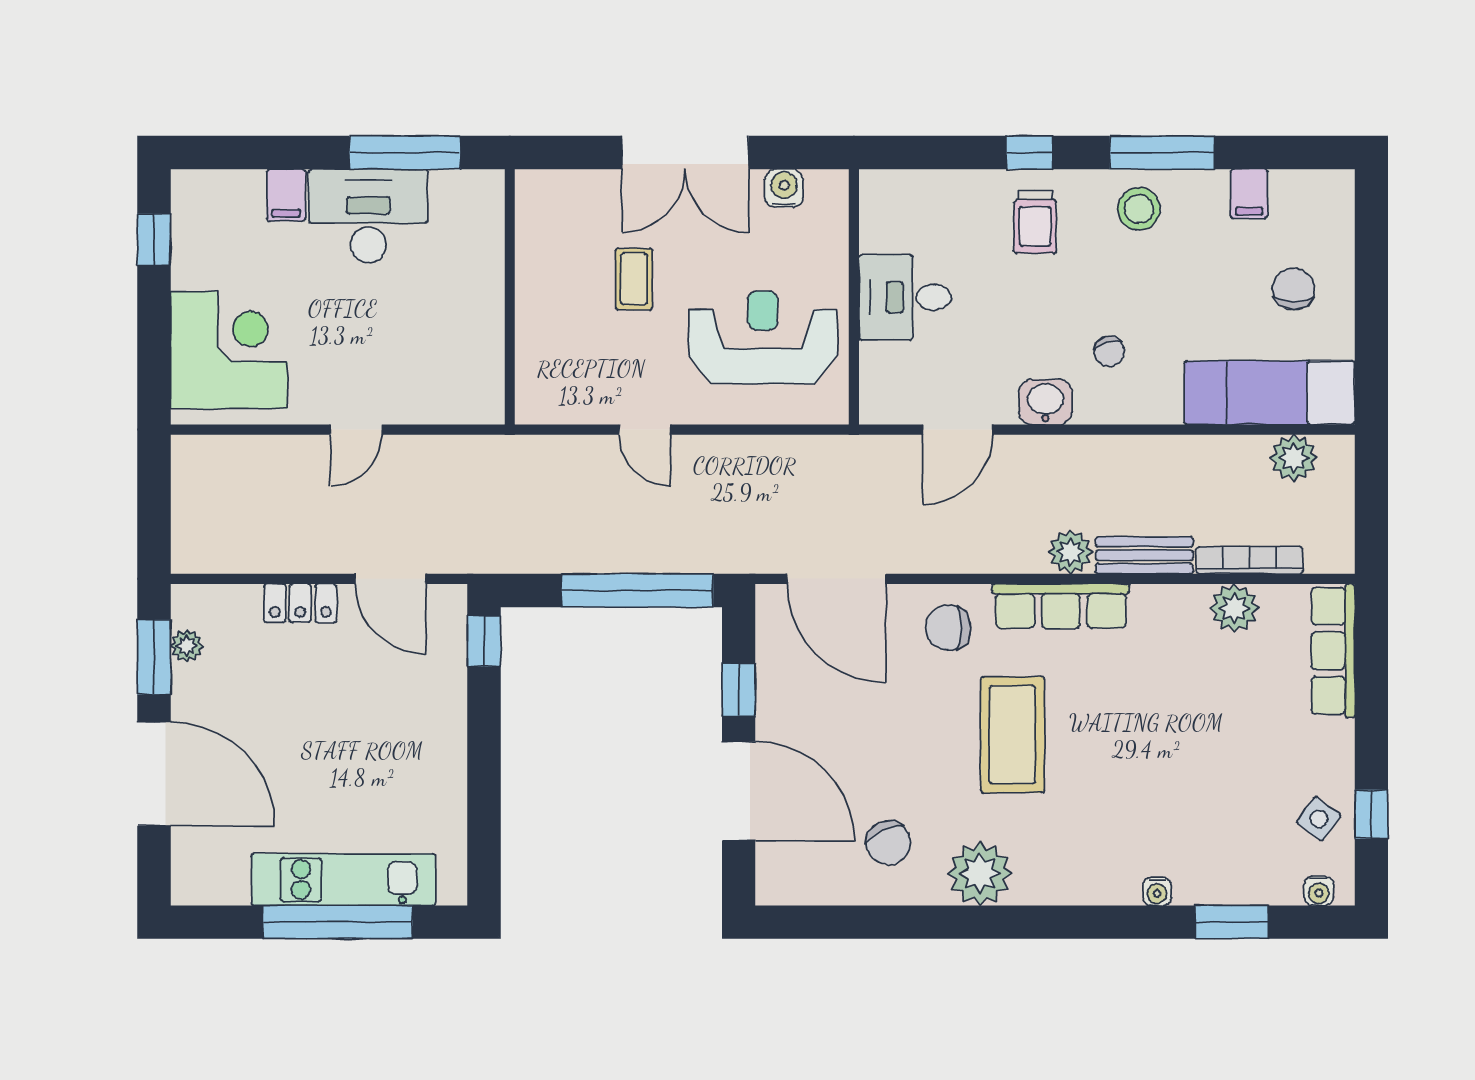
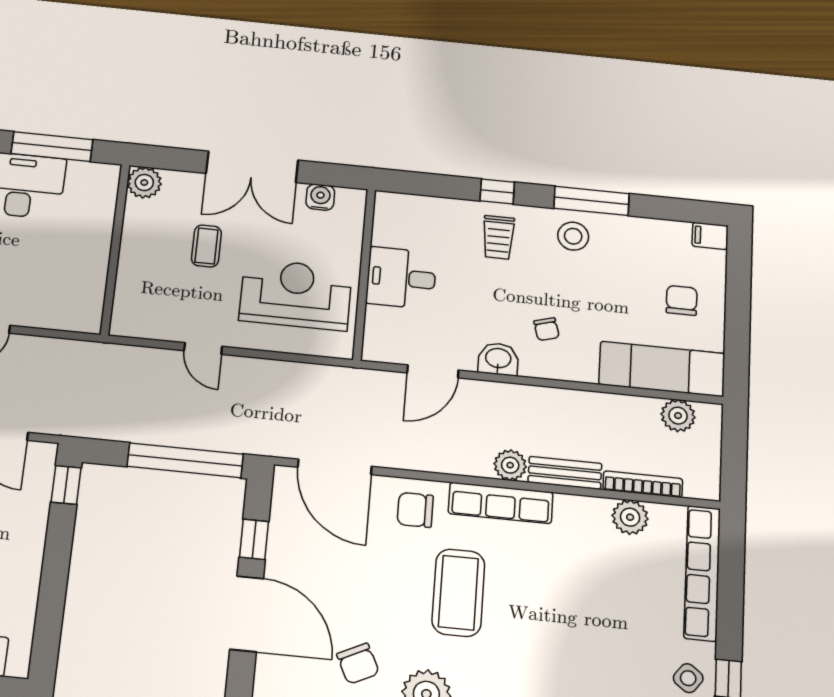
plant: (539, 193) -> (144, 183), added
filing cabinet: (1249, 194) -> (710, 236), moved, turned 90
row of seats: (1333, 651) -> (702, 573), width x1.36

